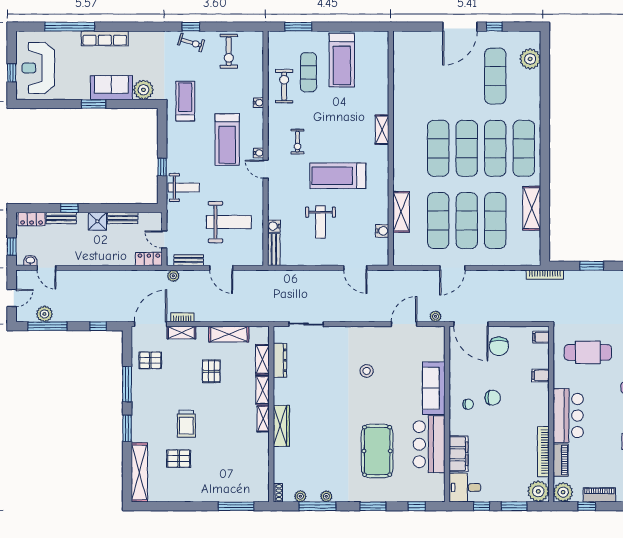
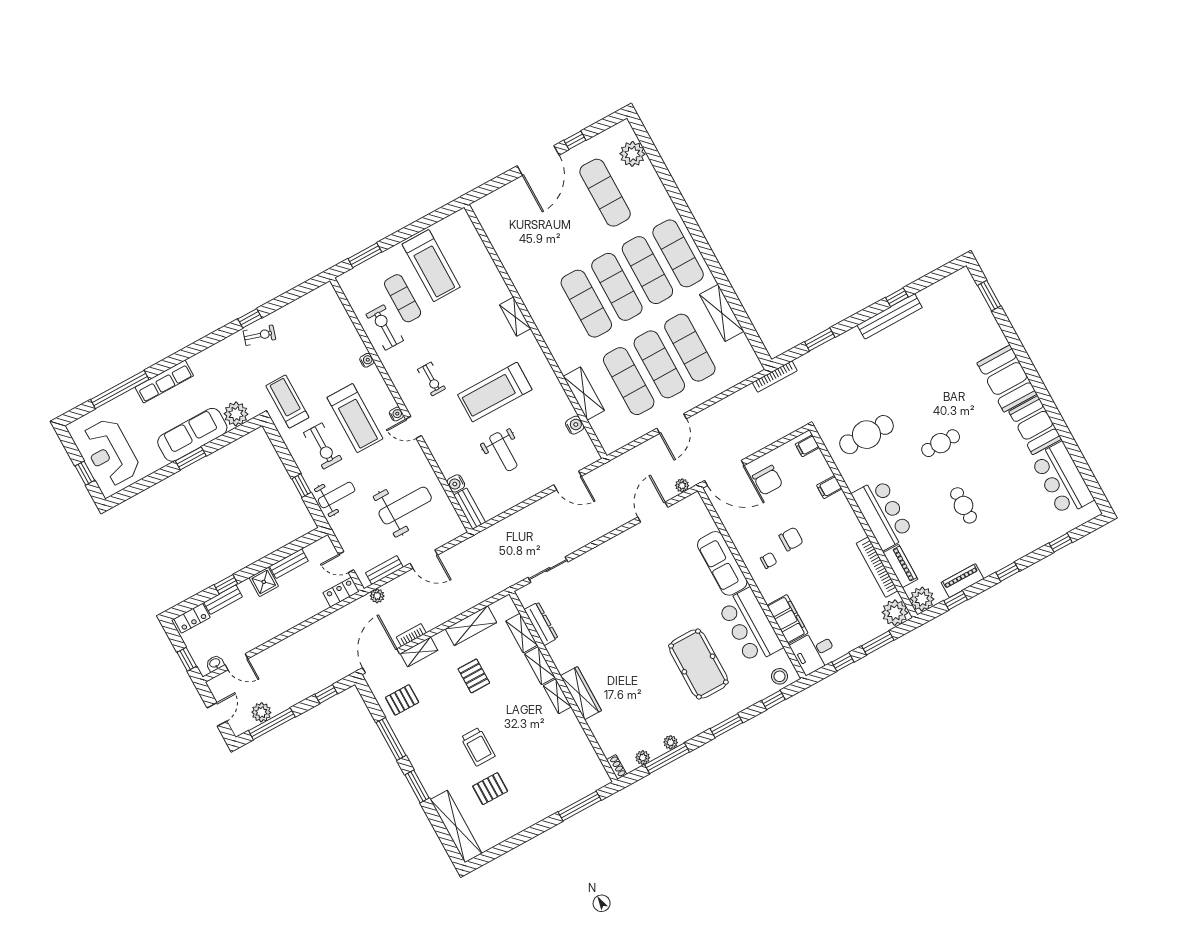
exercise bike: (229, 51) -> (323, 446), moved
sofa: (111, 88) -> (192, 435), width x1.36
stool: (367, 371) -> (780, 676), moved

